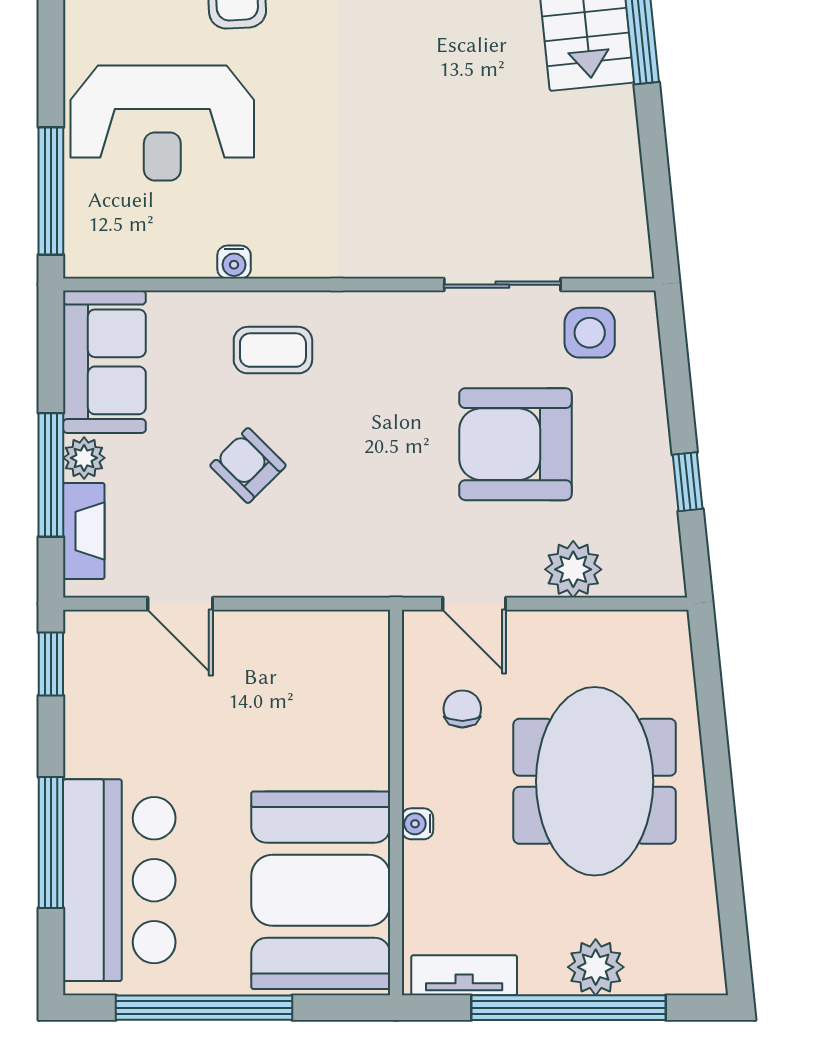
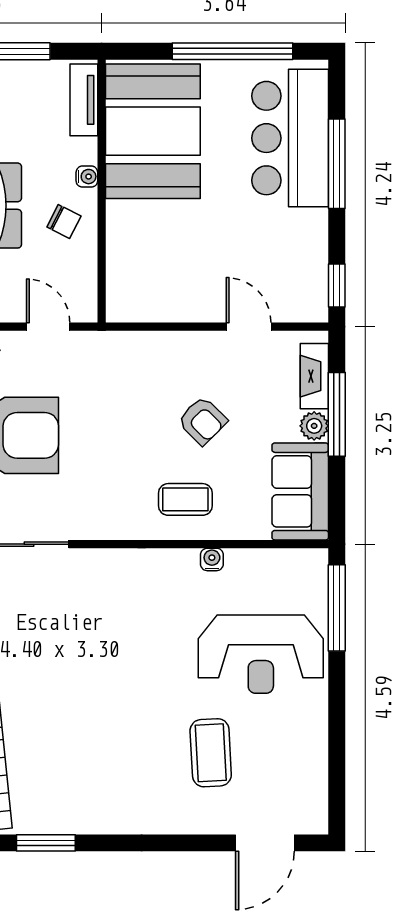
reception desk: (162, 123) -> (261, 654), turned 180
chair: (462, 709) -> (64, 222), moved, turned -63
tv unit: (464, 975) -> (84, 100), moved, turned 90

